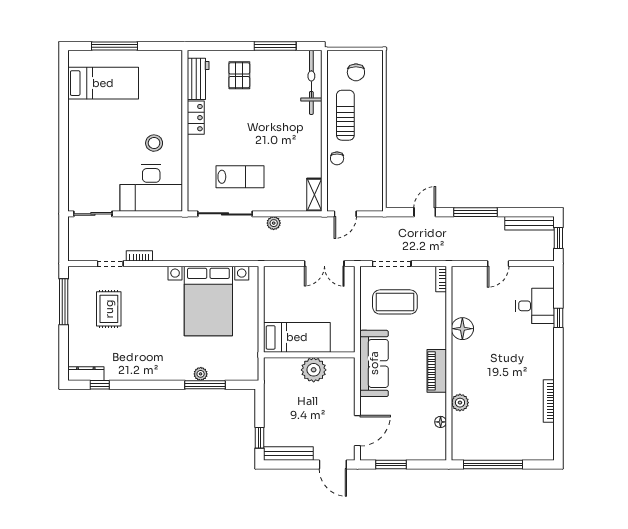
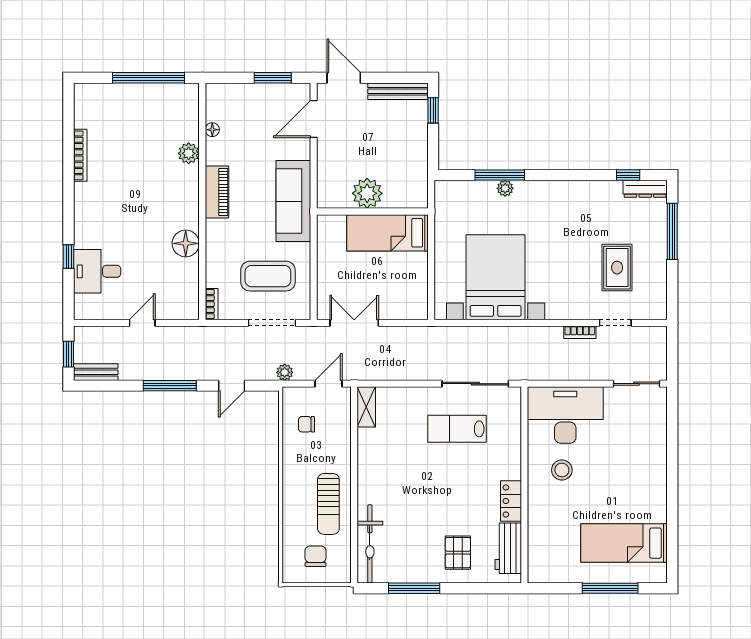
chair: (337, 158) -> (306, 424), moved, turned -90
plant: (274, 223) -> (285, 372), moved
bench: (530, 223) -> (96, 372), width x0.73
window: (64, 302) -> (672, 231), moved

